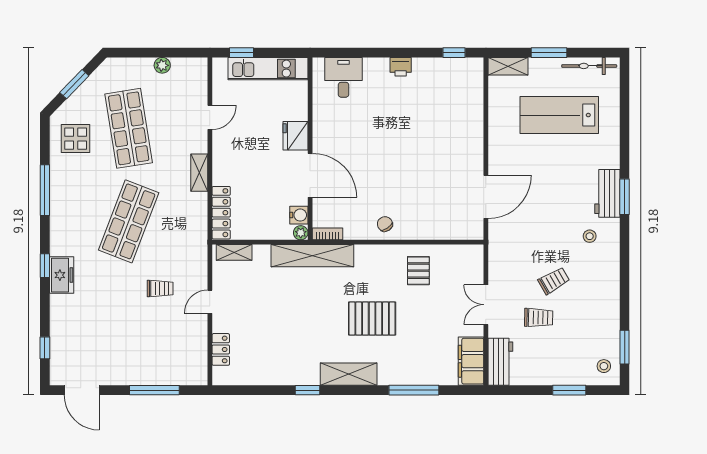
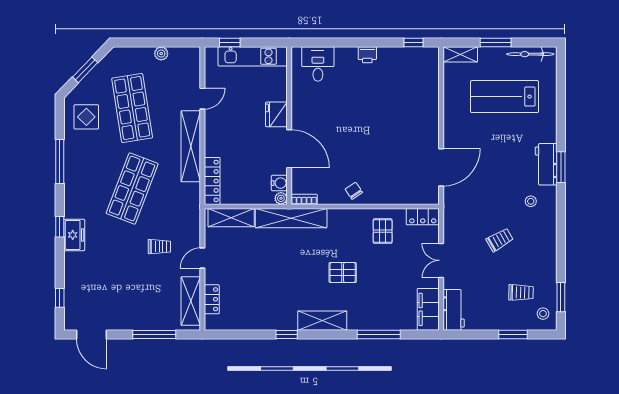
shelving: (199, 173) -> (191, 146), width x2.20, depth x1.33
shelving: (234, 252) -> (231, 218), width x1.50, depth x1.33
locker: (465, 254) -> (423, 217), added
trolley: (539, 318) -> (521, 292), moved
pallet: (372, 319) -> (343, 273), width x0.67, depth x0.71
shelving: (196, 352) -> (191, 301), added

